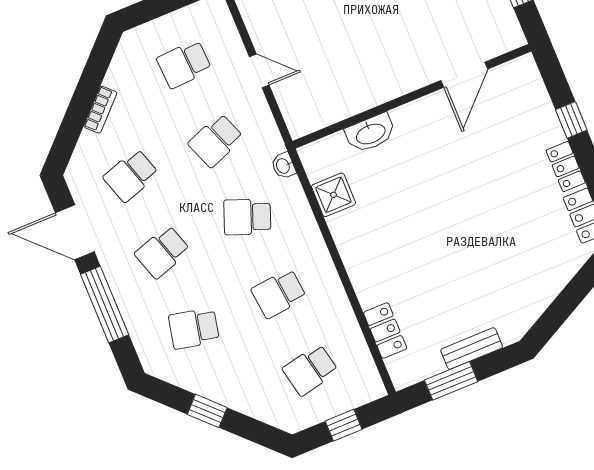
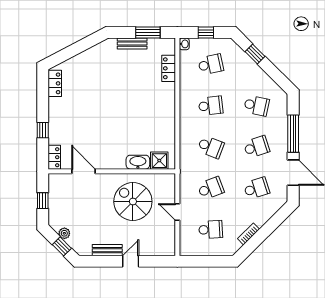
spiral stairs: (350, 56) -> (133, 202), added
door: (464, 75) -> (83, 171), hinge flipped
bookcase: (100, 110) -> (248, 234), moved
washbasin: (283, 166) -> (184, 44), moved
locker: (566, 166) -> (54, 157), moved
shower: (333, 195) -> (159, 161), moved
window: (207, 411) -> (255, 54), moved

